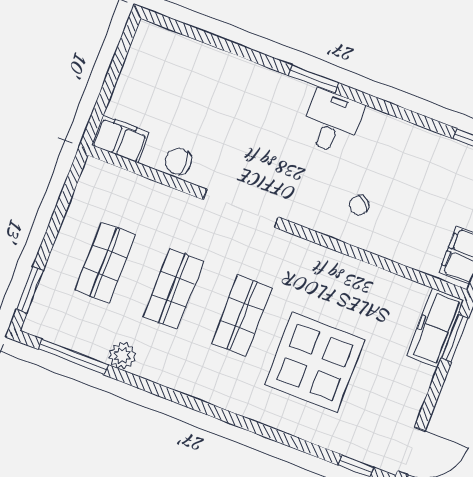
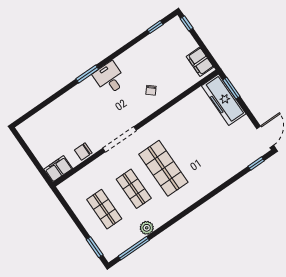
shop shelf: (242, 315) -> (163, 168), width x1.43, depth x1.36
freezer: (435, 328) -> (224, 100), width x1.36, depth x1.26
display table: (315, 362) -> (202, 152), removed

